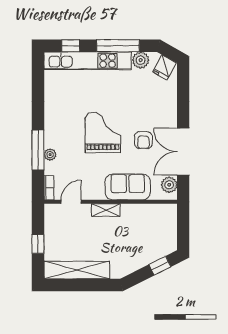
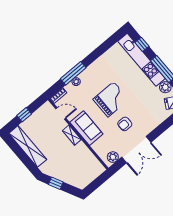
double door: (183, 152) -> (136, 150), swing flipped
sofa: (128, 187) -> (86, 128), moved
window: (160, 266) -> (56, 183), moved

